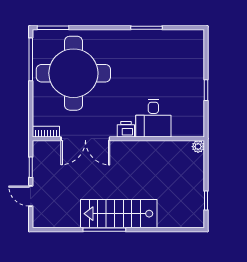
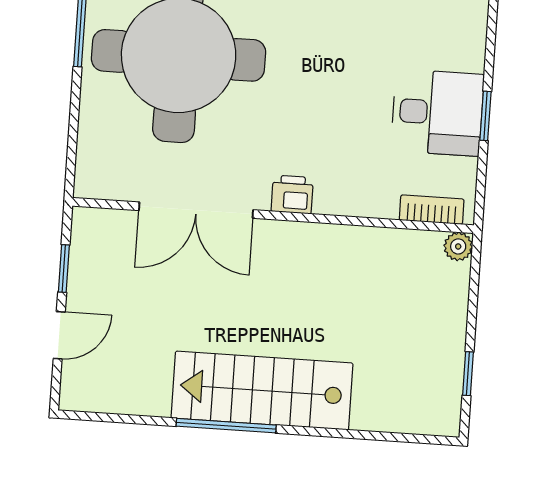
desk: (153, 118) -> (437, 113), moved, turned -90
bookcase: (46, 132) -> (432, 210), moved
door: (31, 196) -> (59, 335), swing flipped

